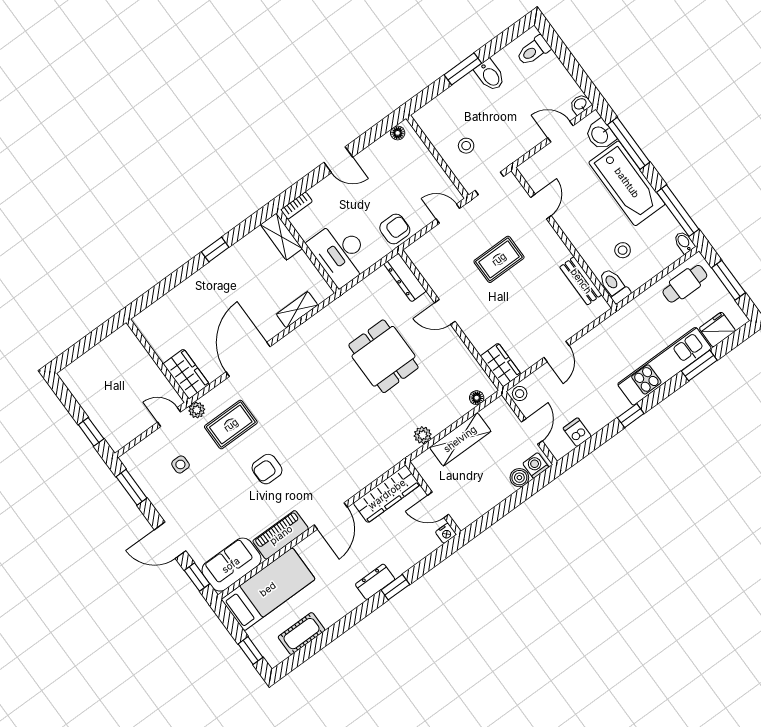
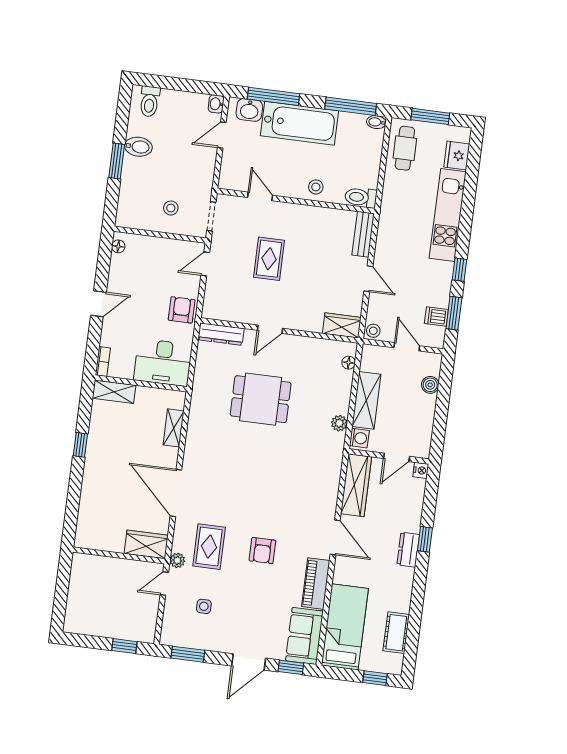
stool: (623, 250) -> (316, 187), moved
bench: (581, 281) -> (363, 234), moved, turned 90
window: (699, 366) -> (454, 313), moved
washing machine: (536, 465) -> (359, 438), moved, turned 180

